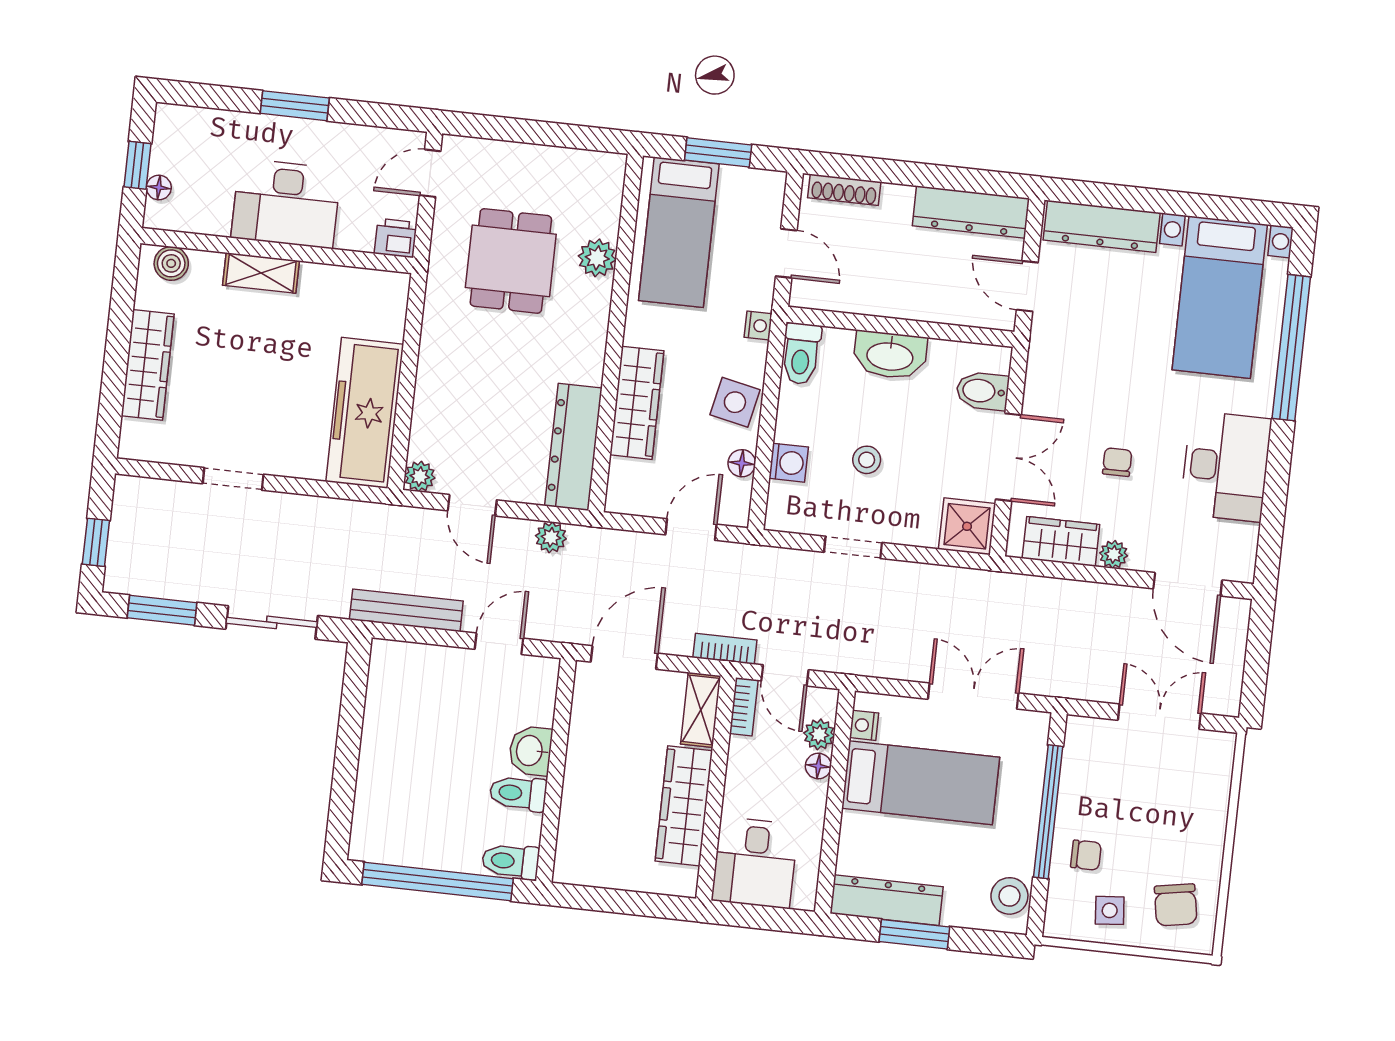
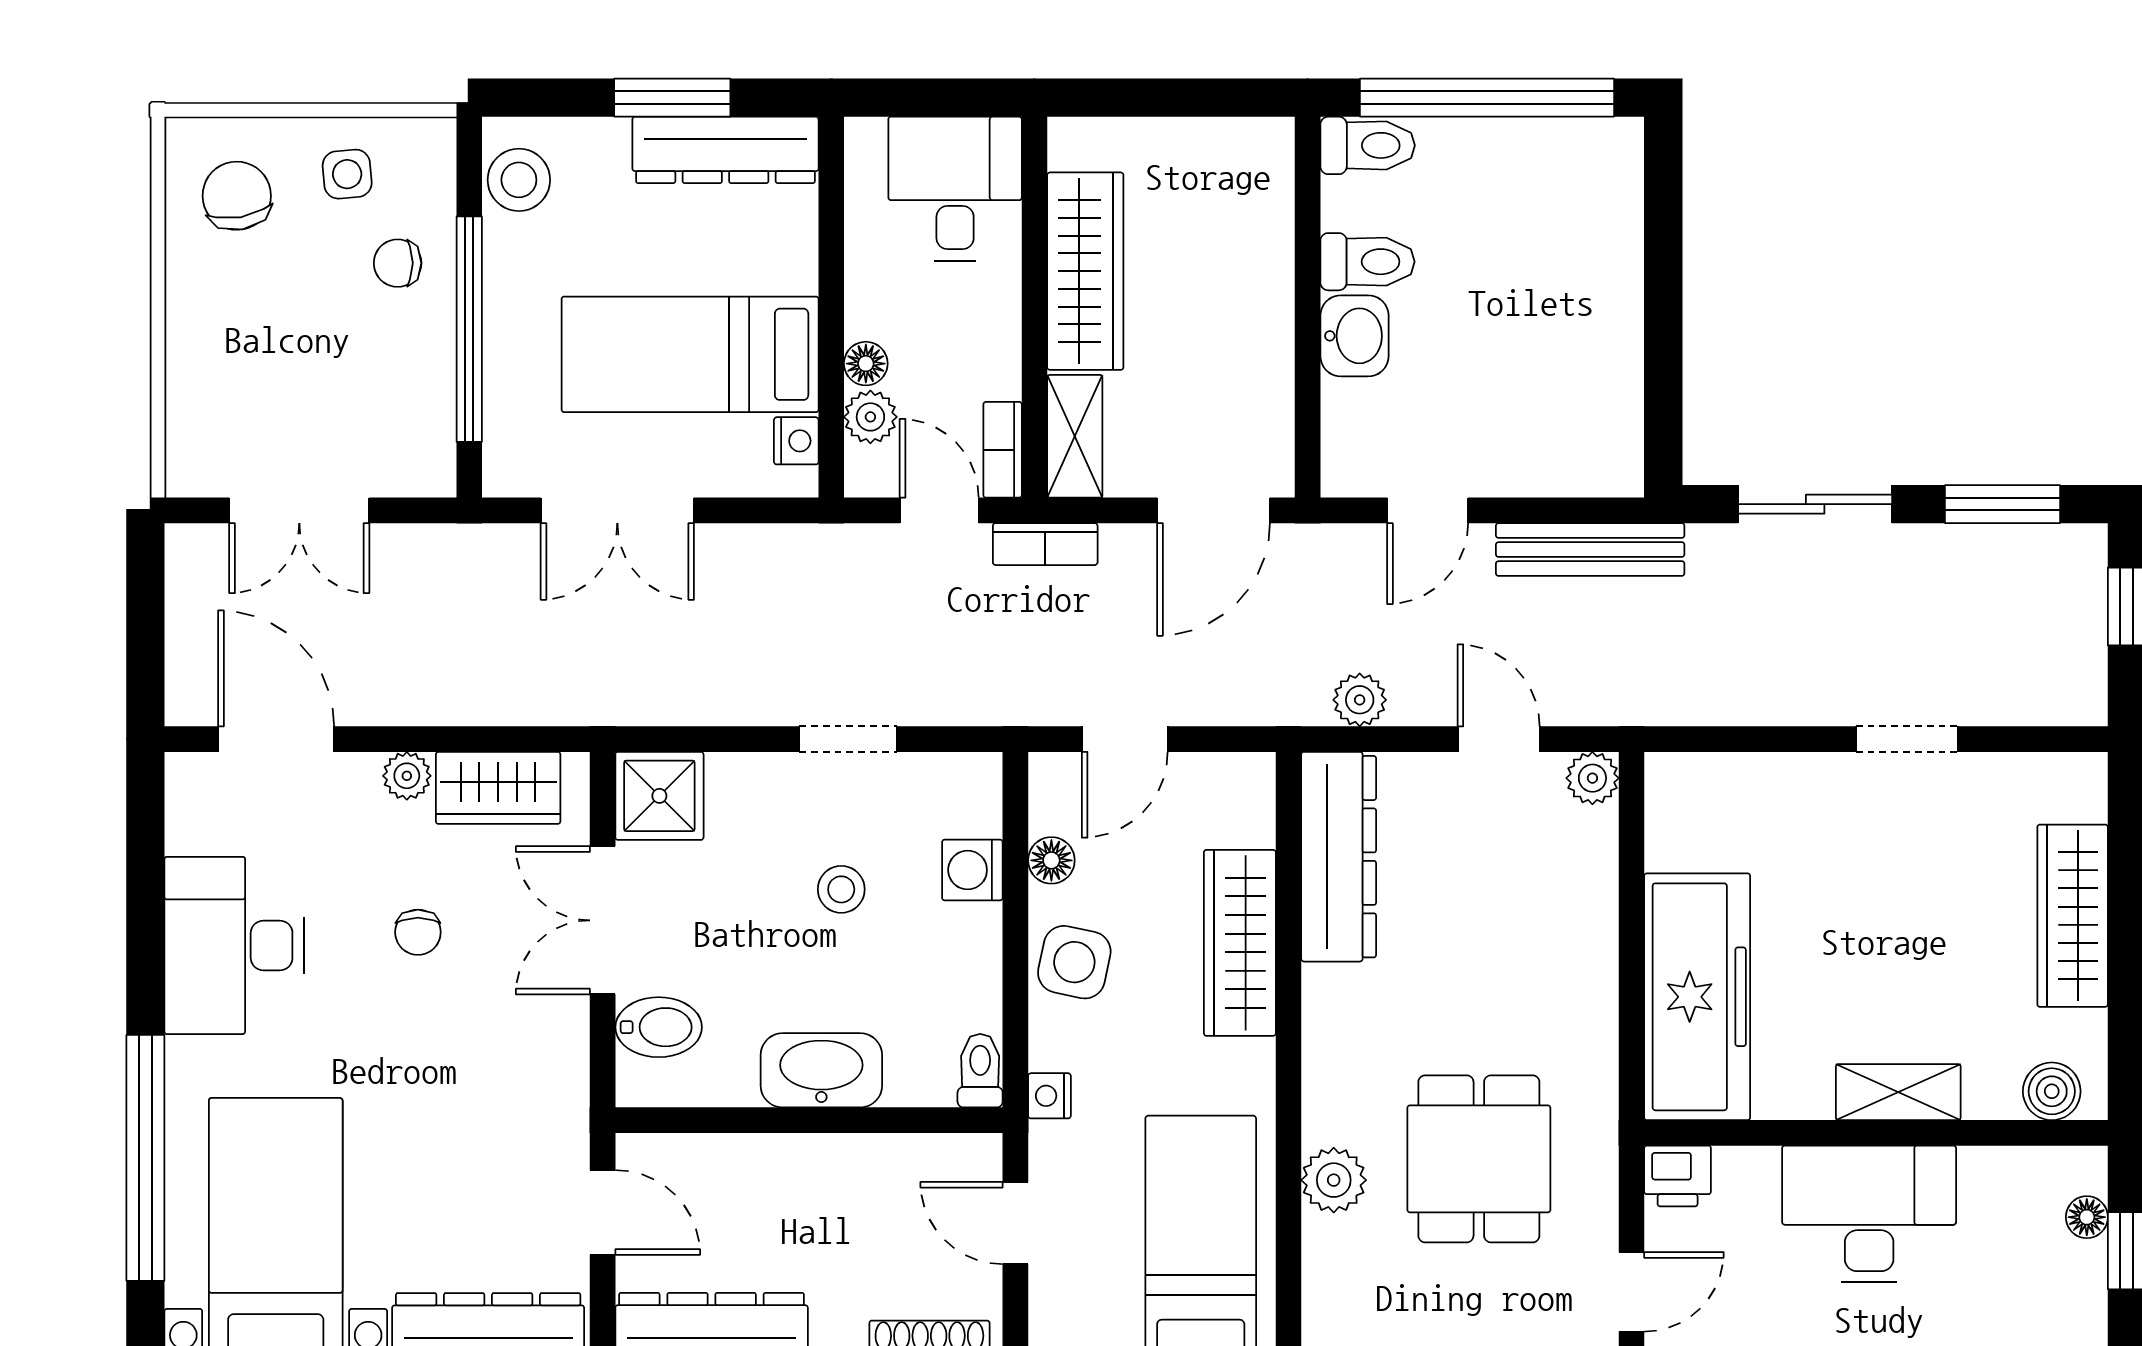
toilet: (801, 354) -> (980, 1071), width x0.73, depth x0.72
freezer: (365, 413) -> (1697, 997), moved

